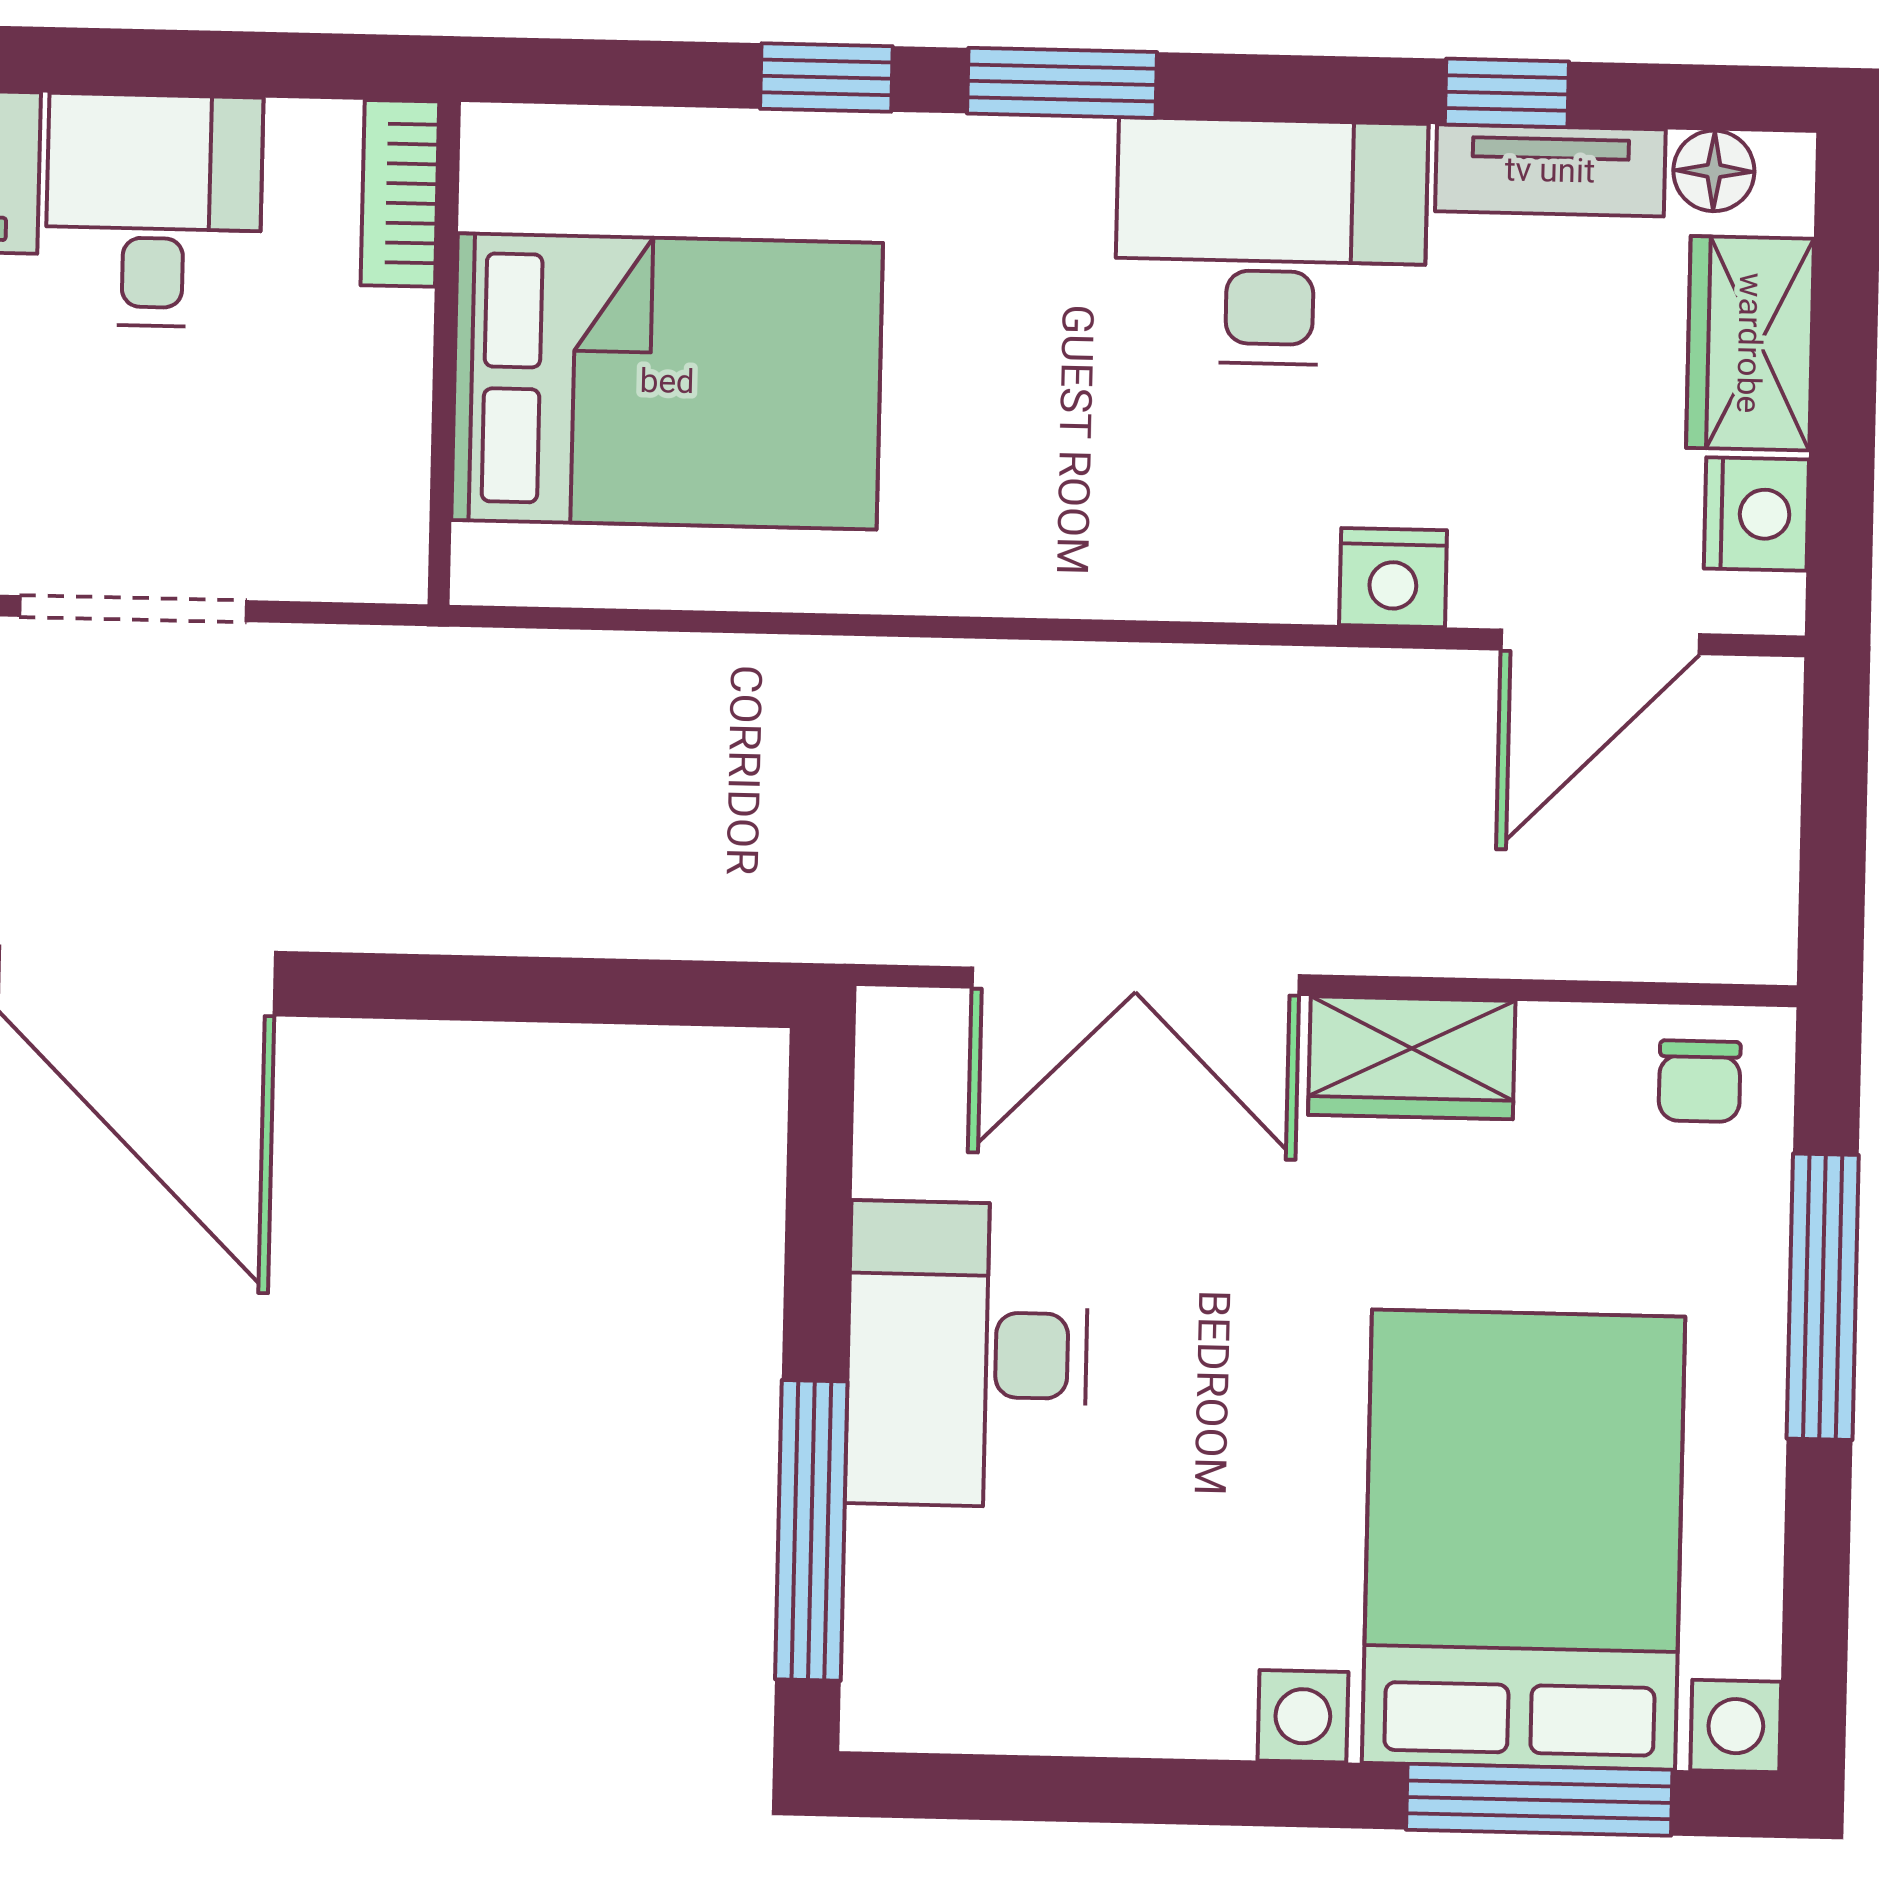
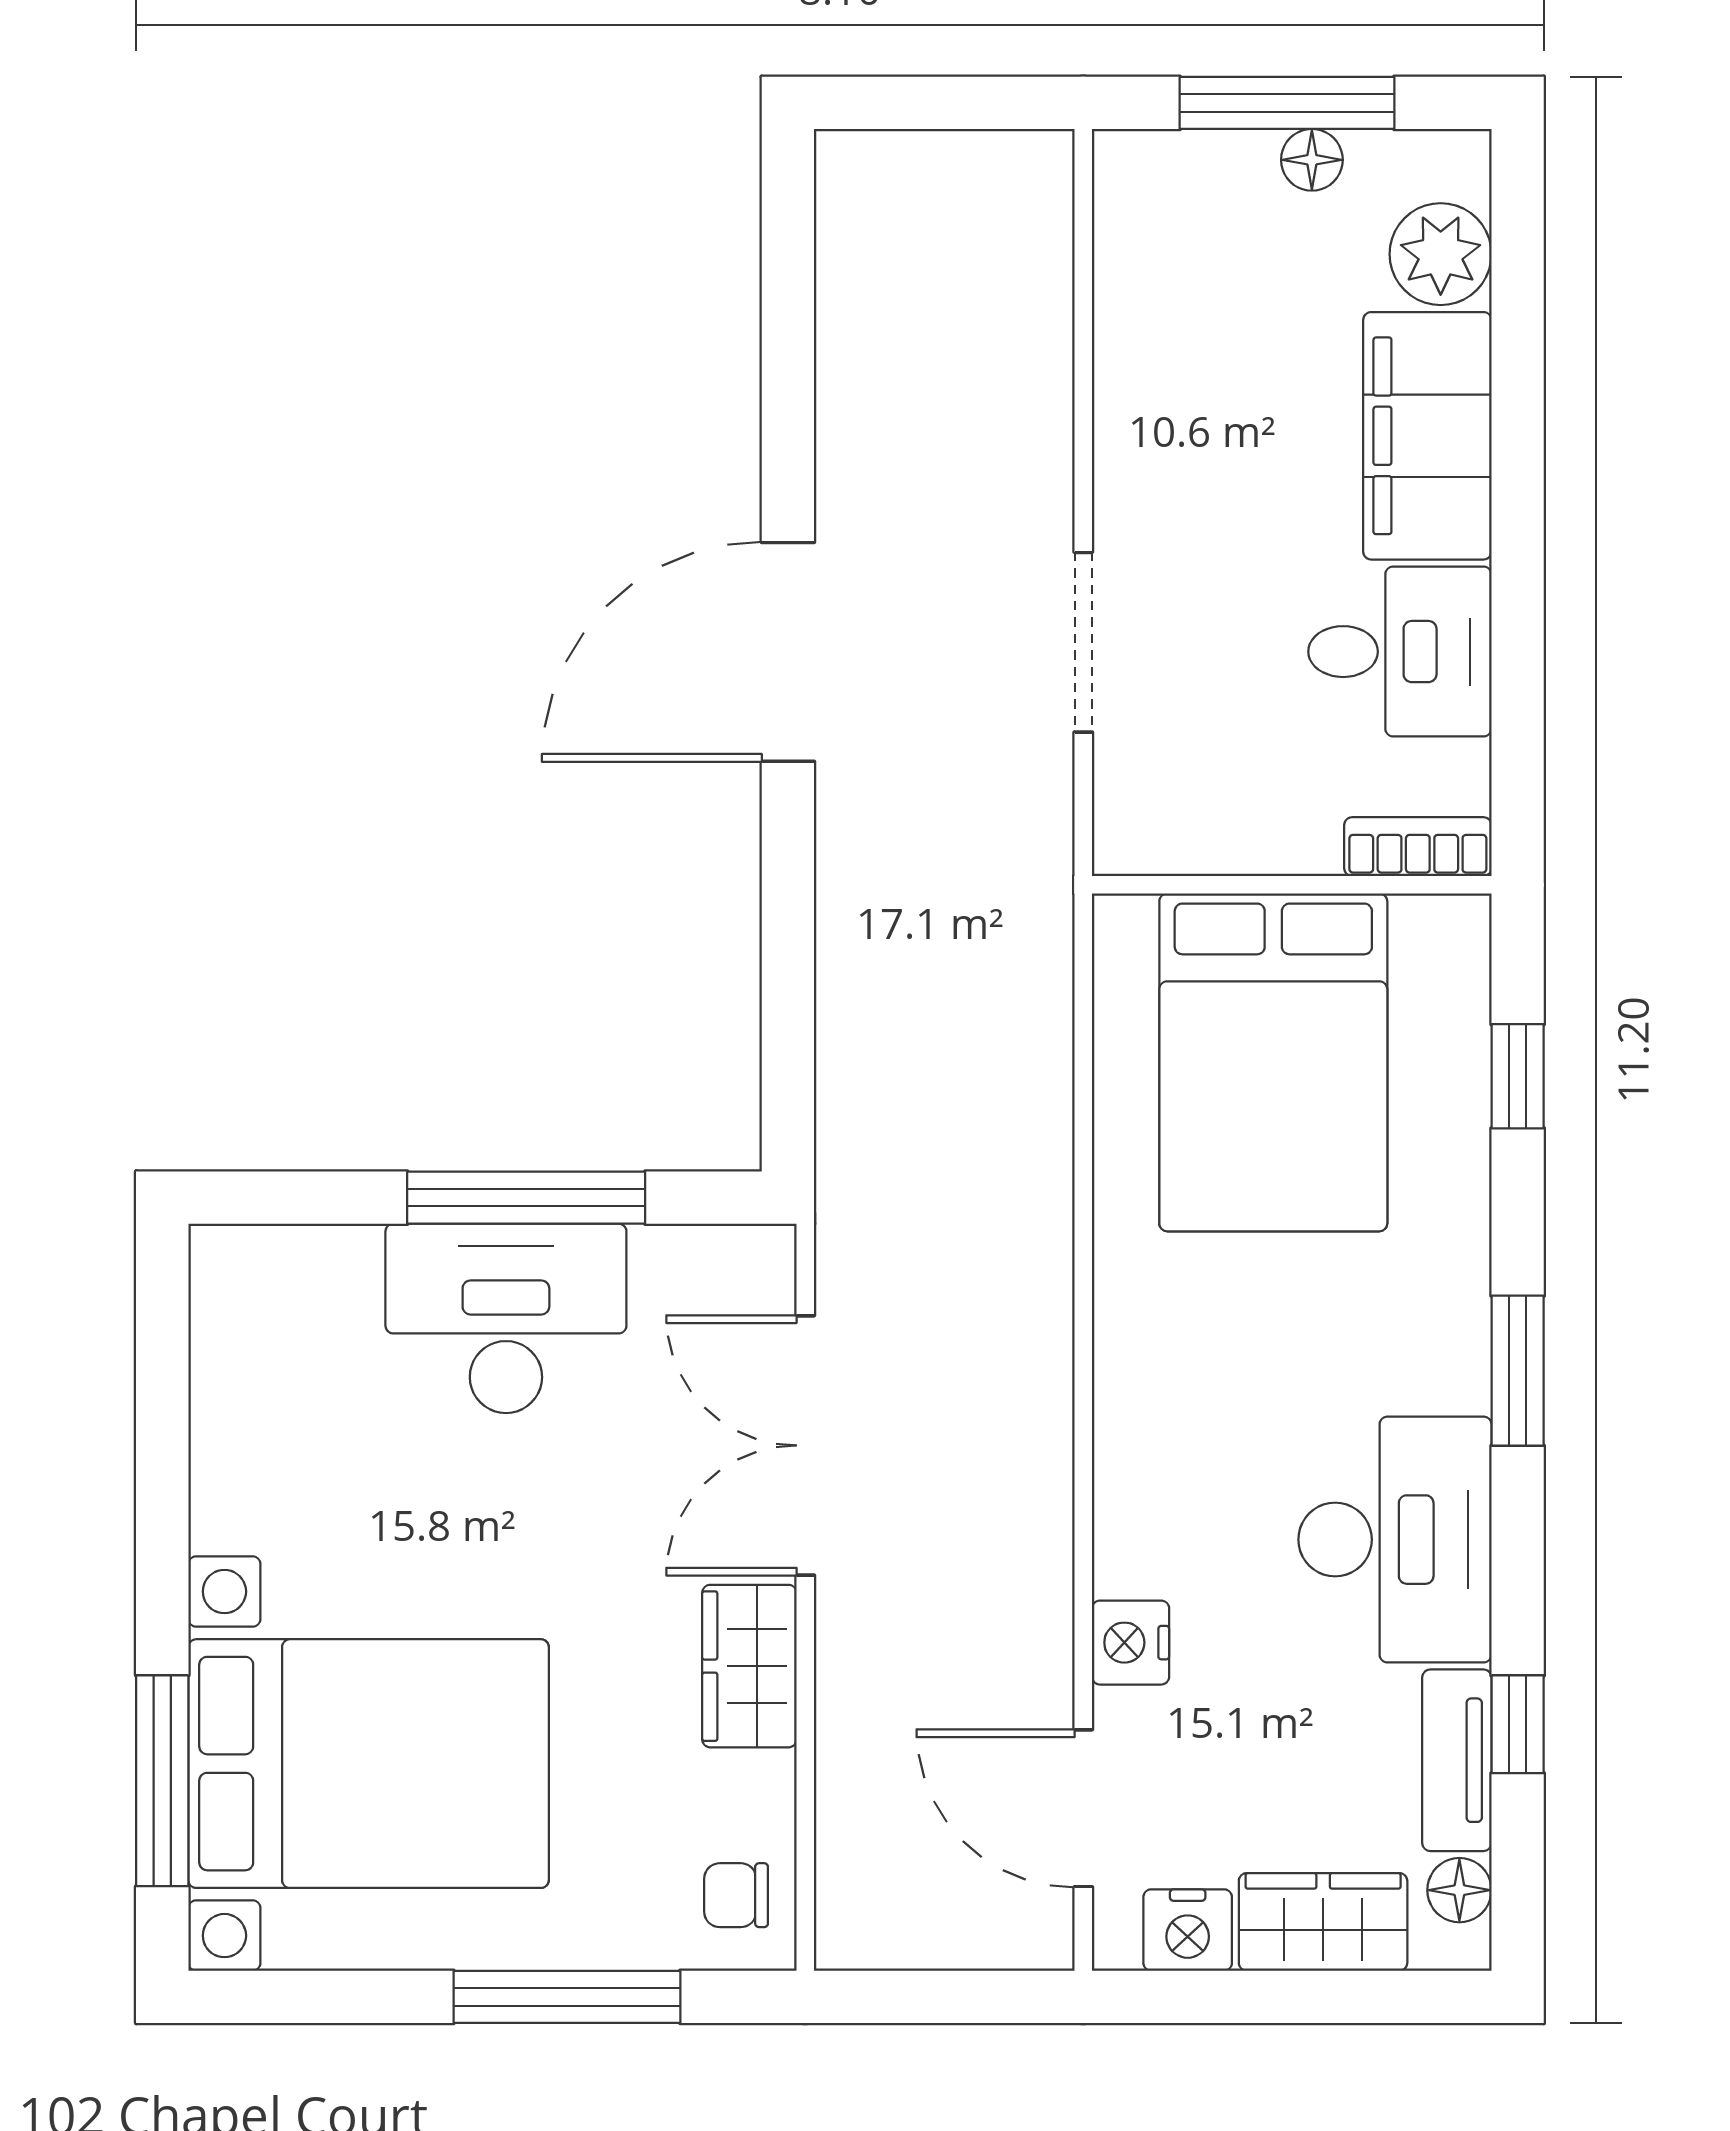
window: (826, 77) -> (1518, 1076), moved
window: (811, 1530) -> (526, 1198), moved

